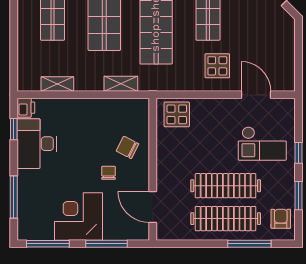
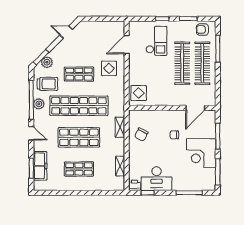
chair: (127, 147) -> (141, 134), moved

